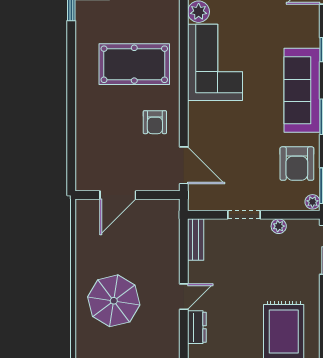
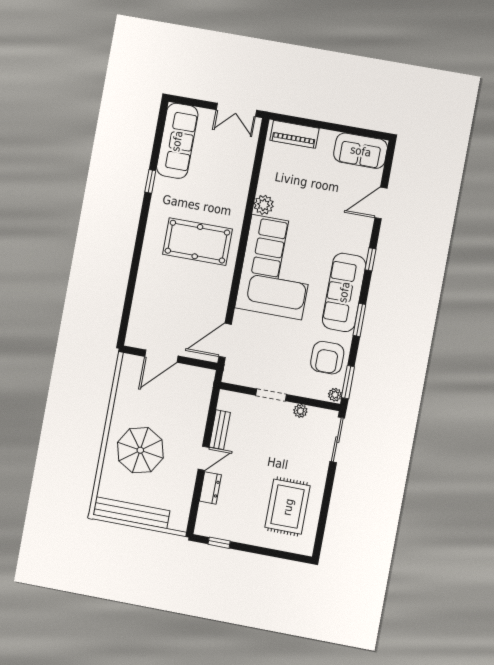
corner sofa: (215, 62) -> (277, 267), width x1.36, depth x1.36
armchair: (155, 122) -> (206, 297), removed
door: (184, 165) -> (225, 340), swing flipped
bench: (196, 240) -> (220, 430), moved

